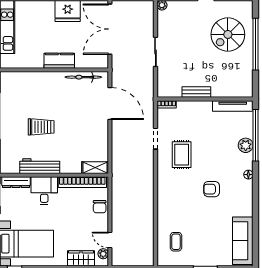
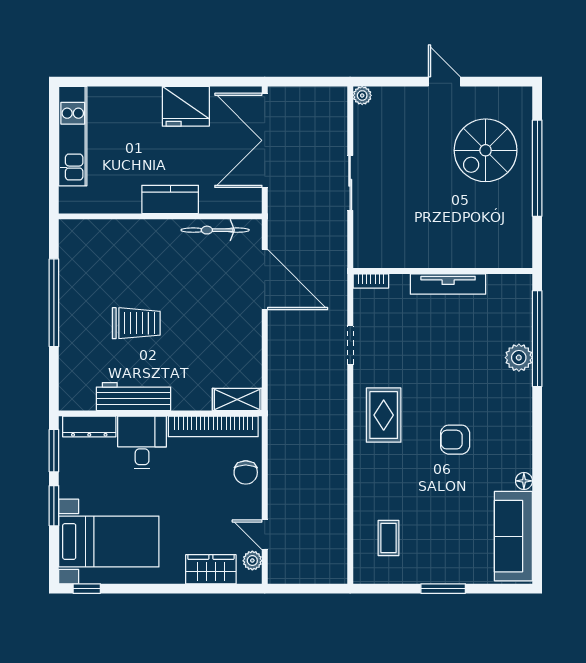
bench: (196, 92) -> (427, 258), removed
tv unit: (233, 106) -> (448, 284), moved
rug: (182, 155) -> (384, 415), moved
floor lamp: (248, 175) -> (524, 481), moved

